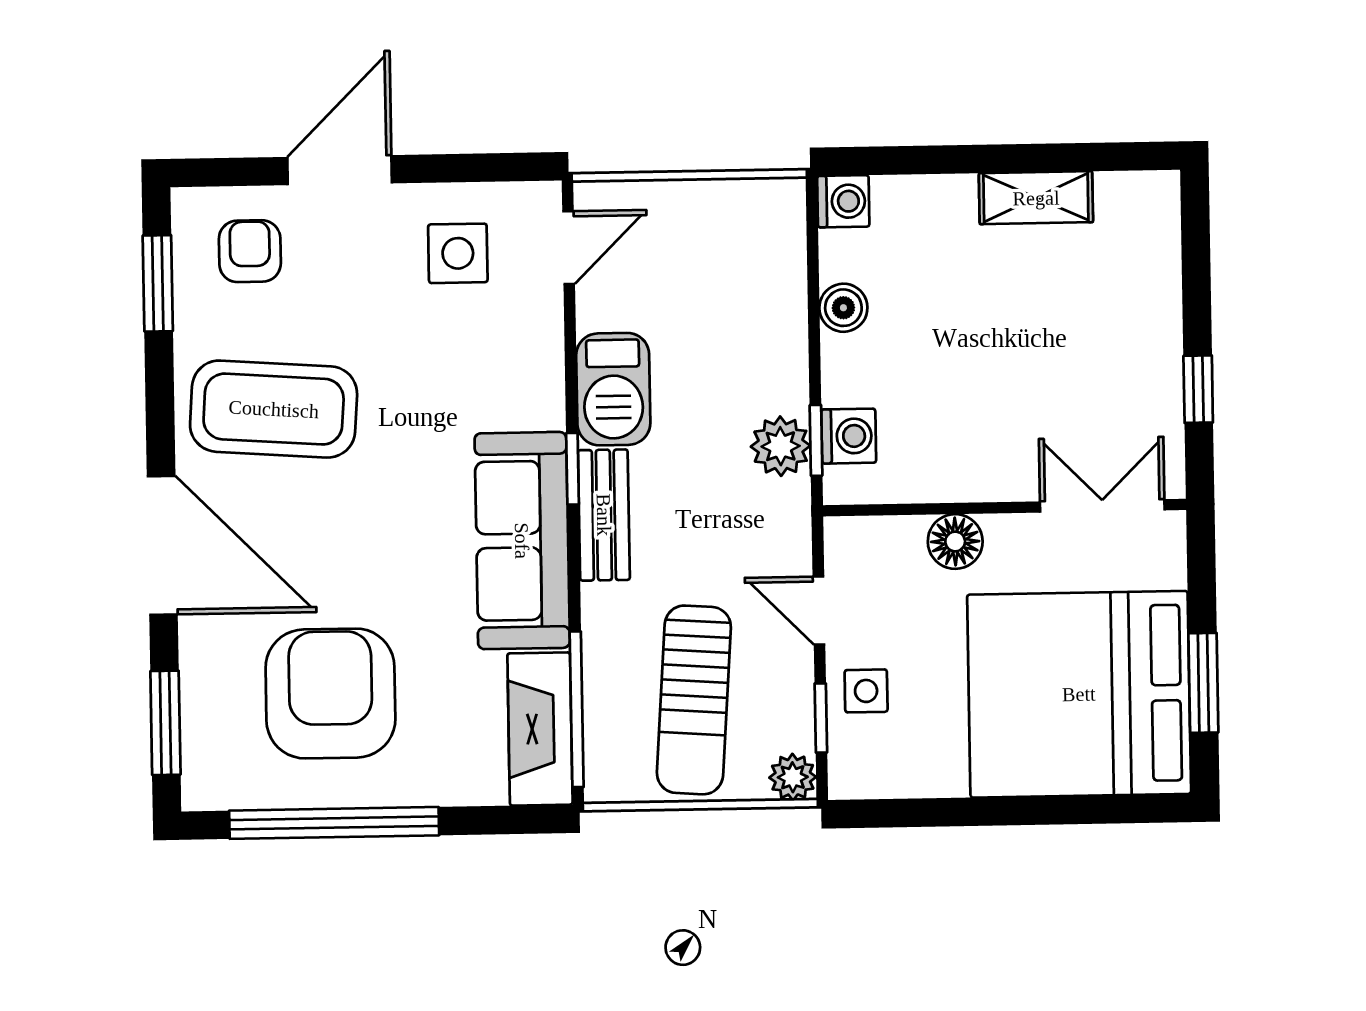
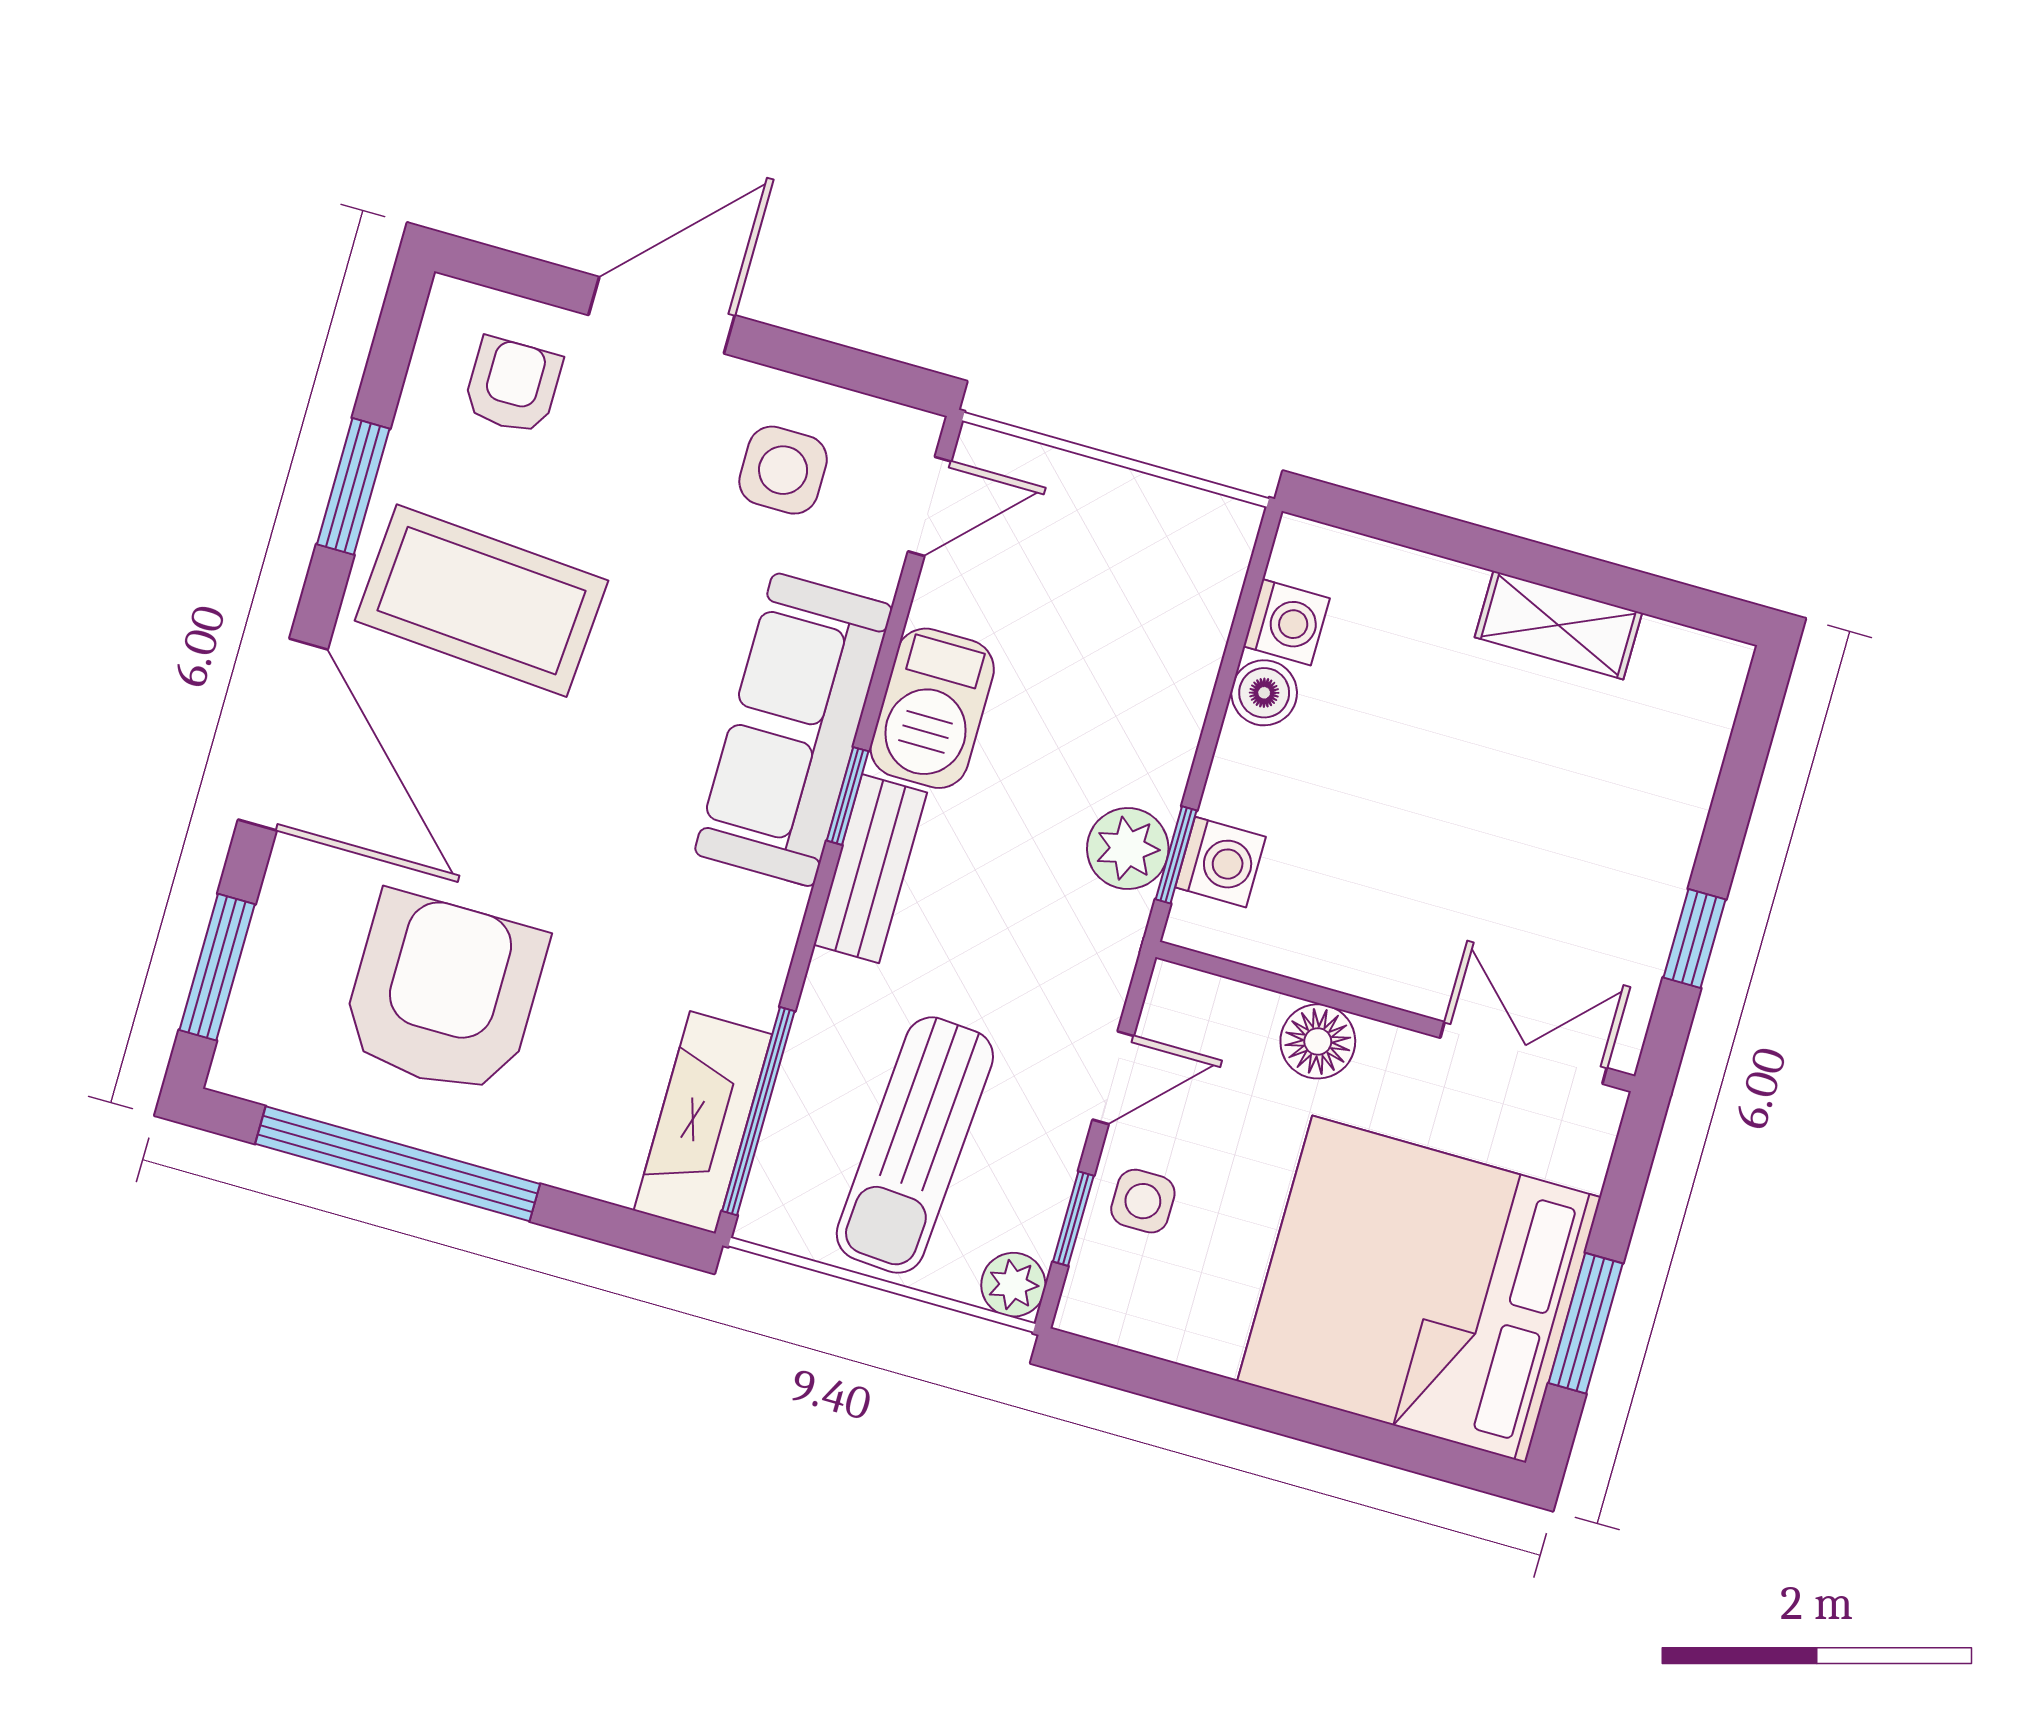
washing machine: (843, 201) -> (1286, 622), moved
window: (158, 283) -> (353, 486), moved
sofa: (522, 541) -> (793, 730), moved
door: (819, 610) -> (1113, 1078), swing flipped

